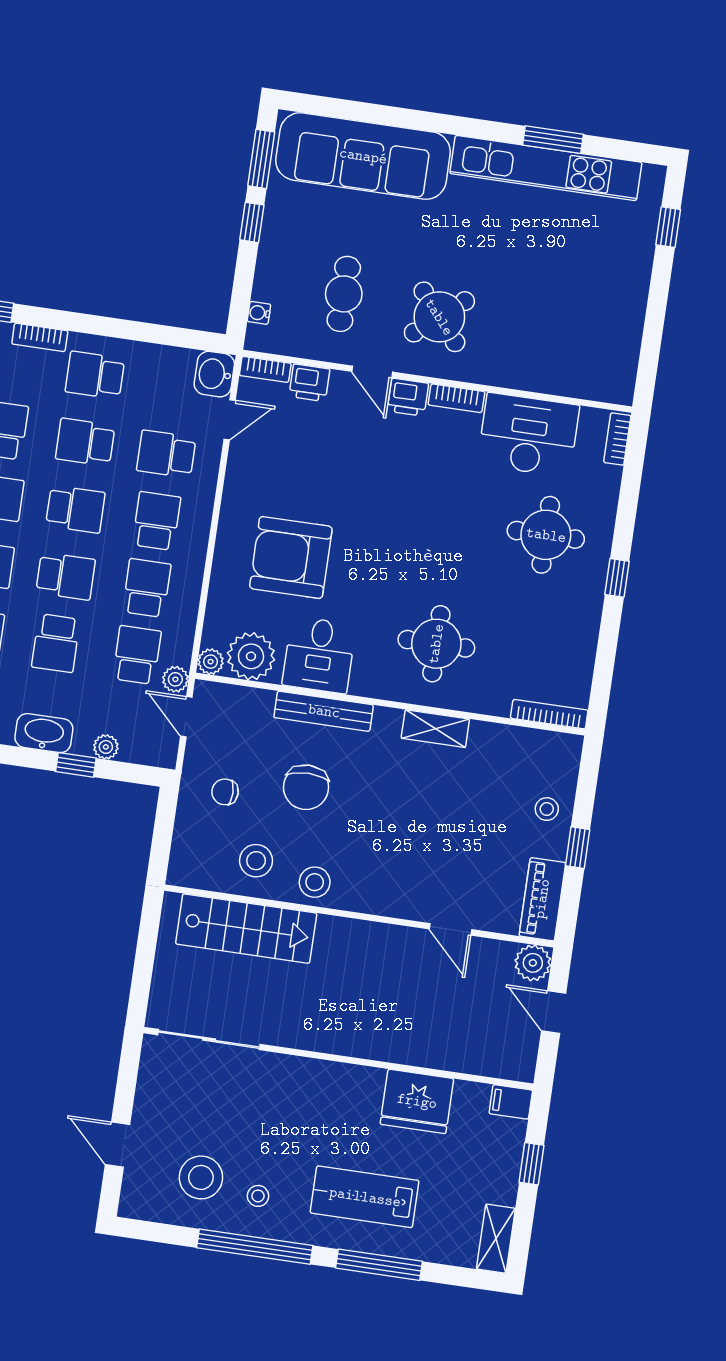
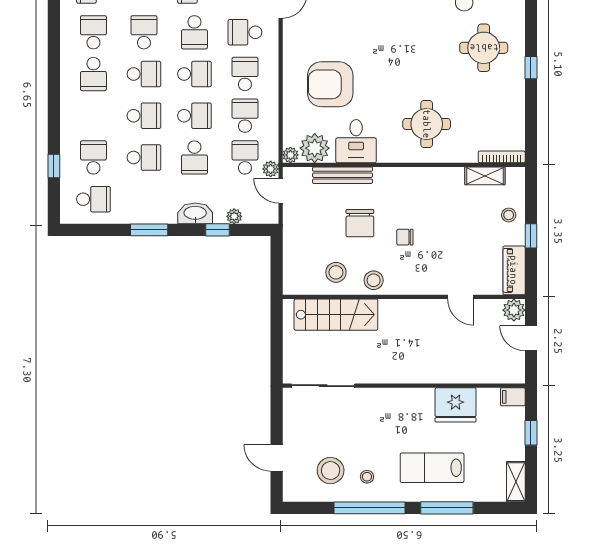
school desk: (85, 442) -> (194, 32), turned -90
bench: (324, 711) -> (343, 175), moved
shelving: (435, 729) -> (485, 176), moved
chair: (225, 792) -> (405, 237), moved

